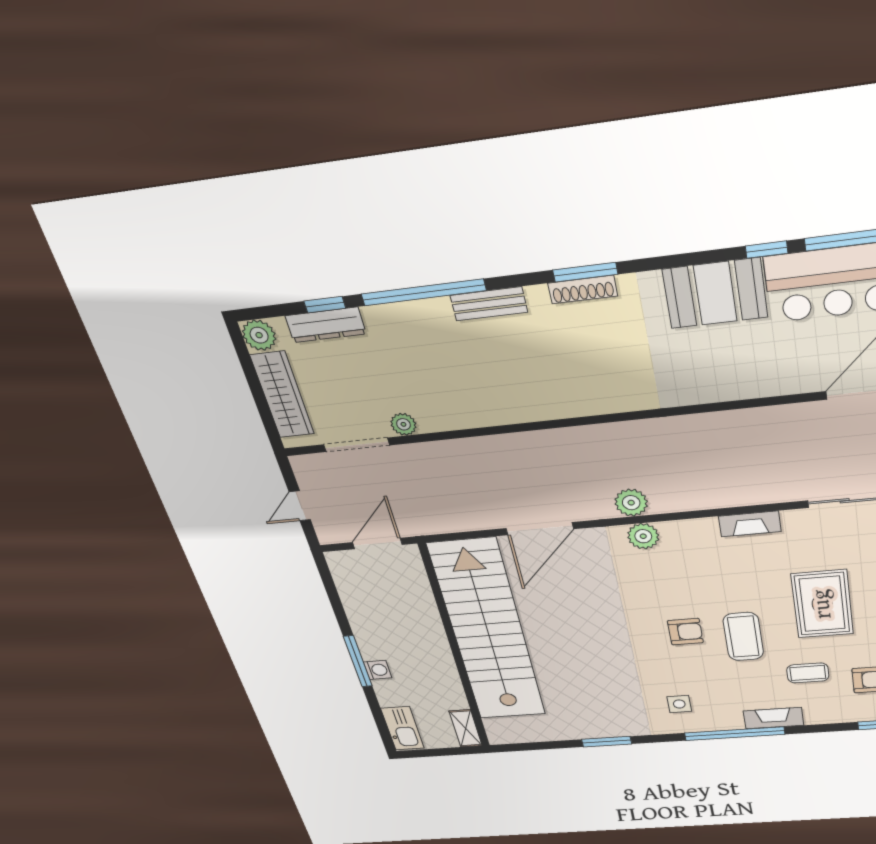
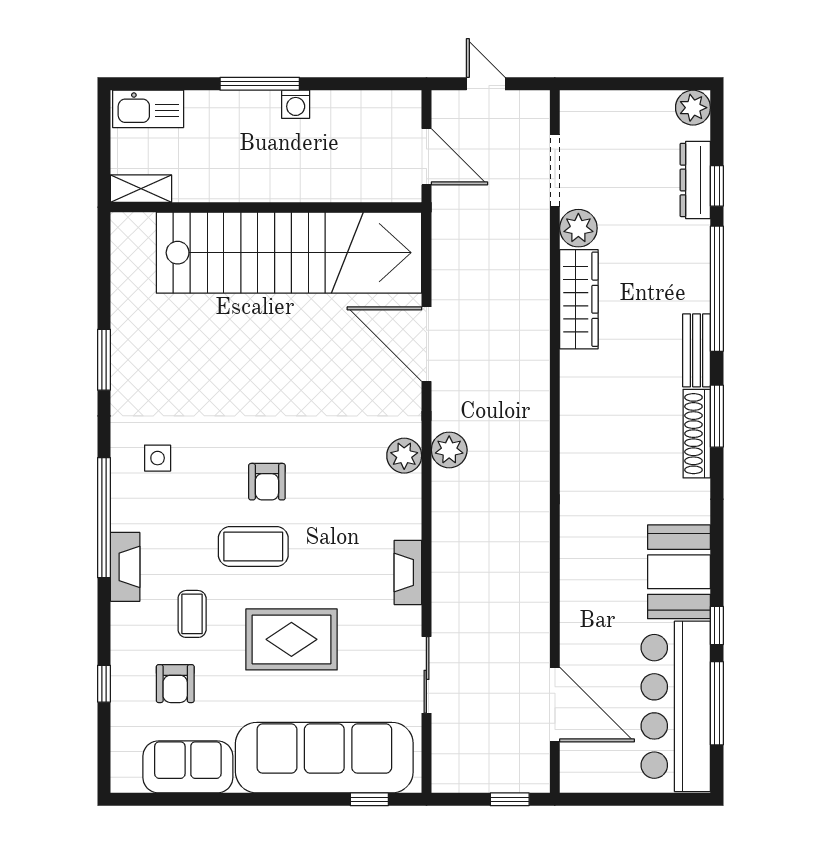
window: (585, 272) -> (717, 416), moved
shoe rack: (583, 290) -> (697, 434), width x1.36, depth x1.24
wardrobe: (282, 395) -> (579, 299), moved, turned -90
plant: (403, 424) -> (578, 228), width x1.38, depth x1.38
washing machine: (378, 670) -> (296, 104), moved

